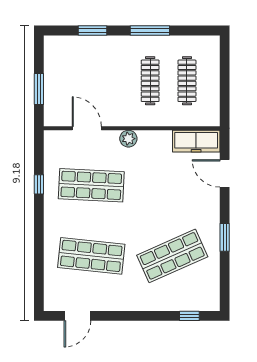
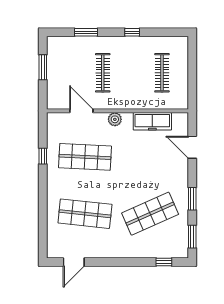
window: (150, 30) -> (132, 32), width x0.46
clothes rail: (150, 81) -> (103, 73), moved
window: (39, 89) -> (43, 67), moved
freezer: (196, 141) -> (152, 121), moved
window: (225, 284) -> (192, 237), added

